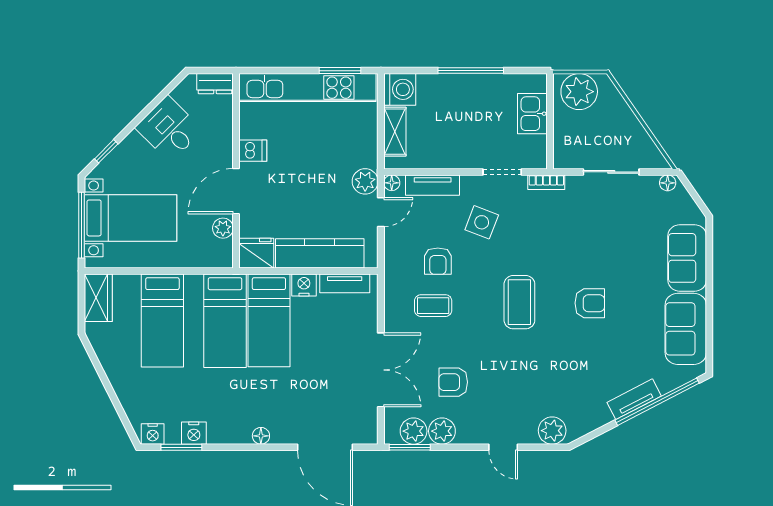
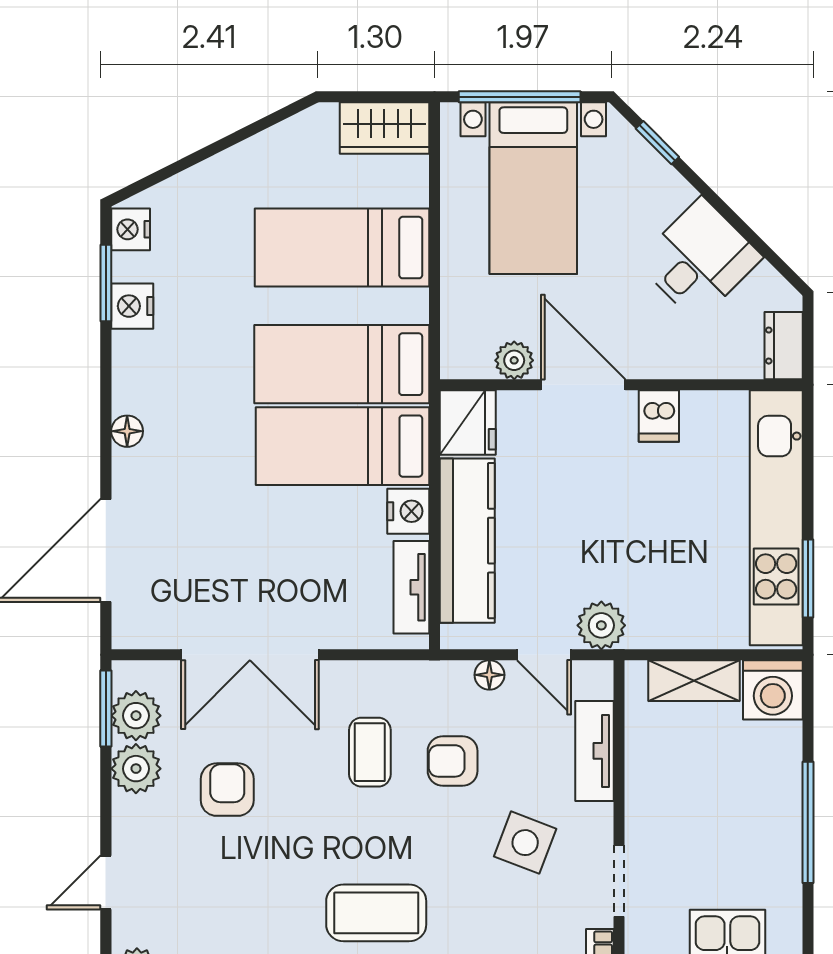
floor lamp: (392, 183) -> (489, 675), moved

